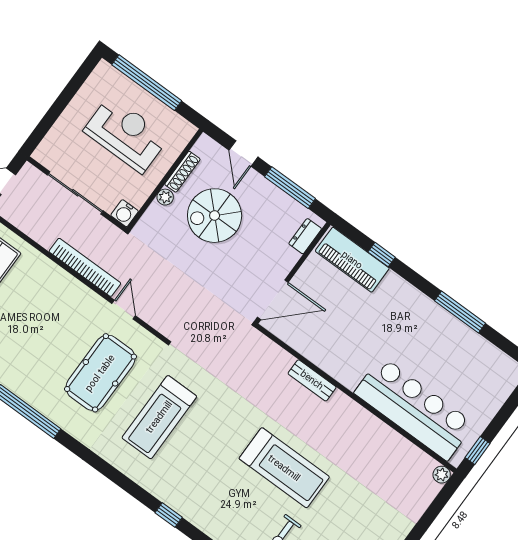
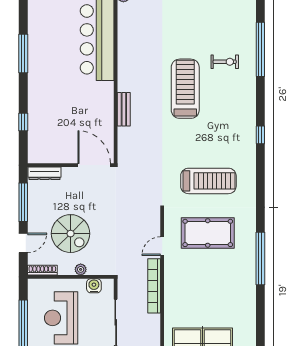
shoe rack: (182, 172) -> (42, 270), moved
water cooler: (125, 213) -> (94, 286), moved, turned -90
dresser: (305, 236) -> (45, 173), width x1.44
piano: (352, 260) -> (38, 137), removed

